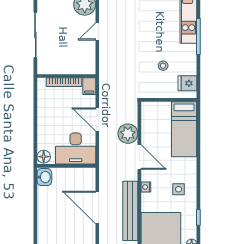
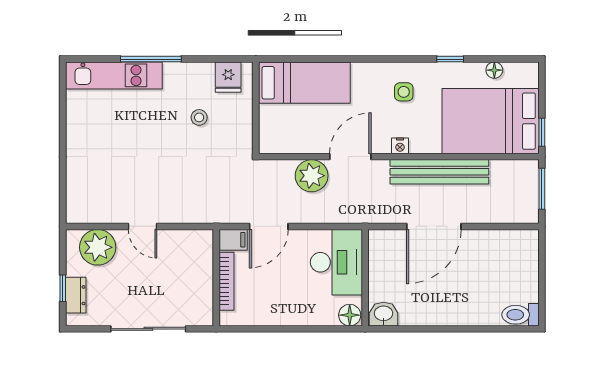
door: (97, 119) -> (269, 226), moved

